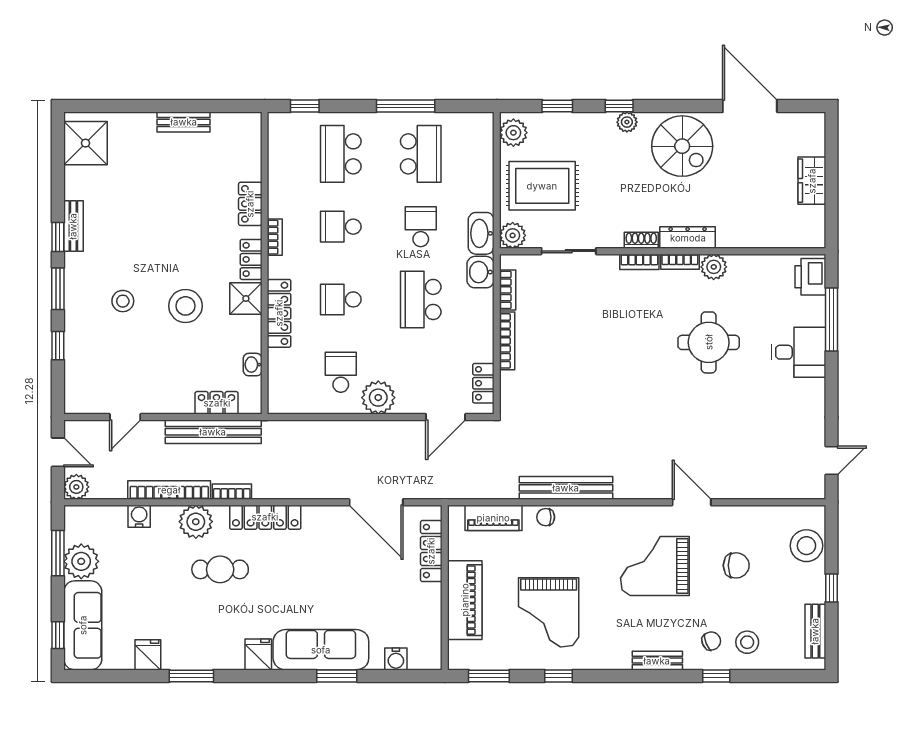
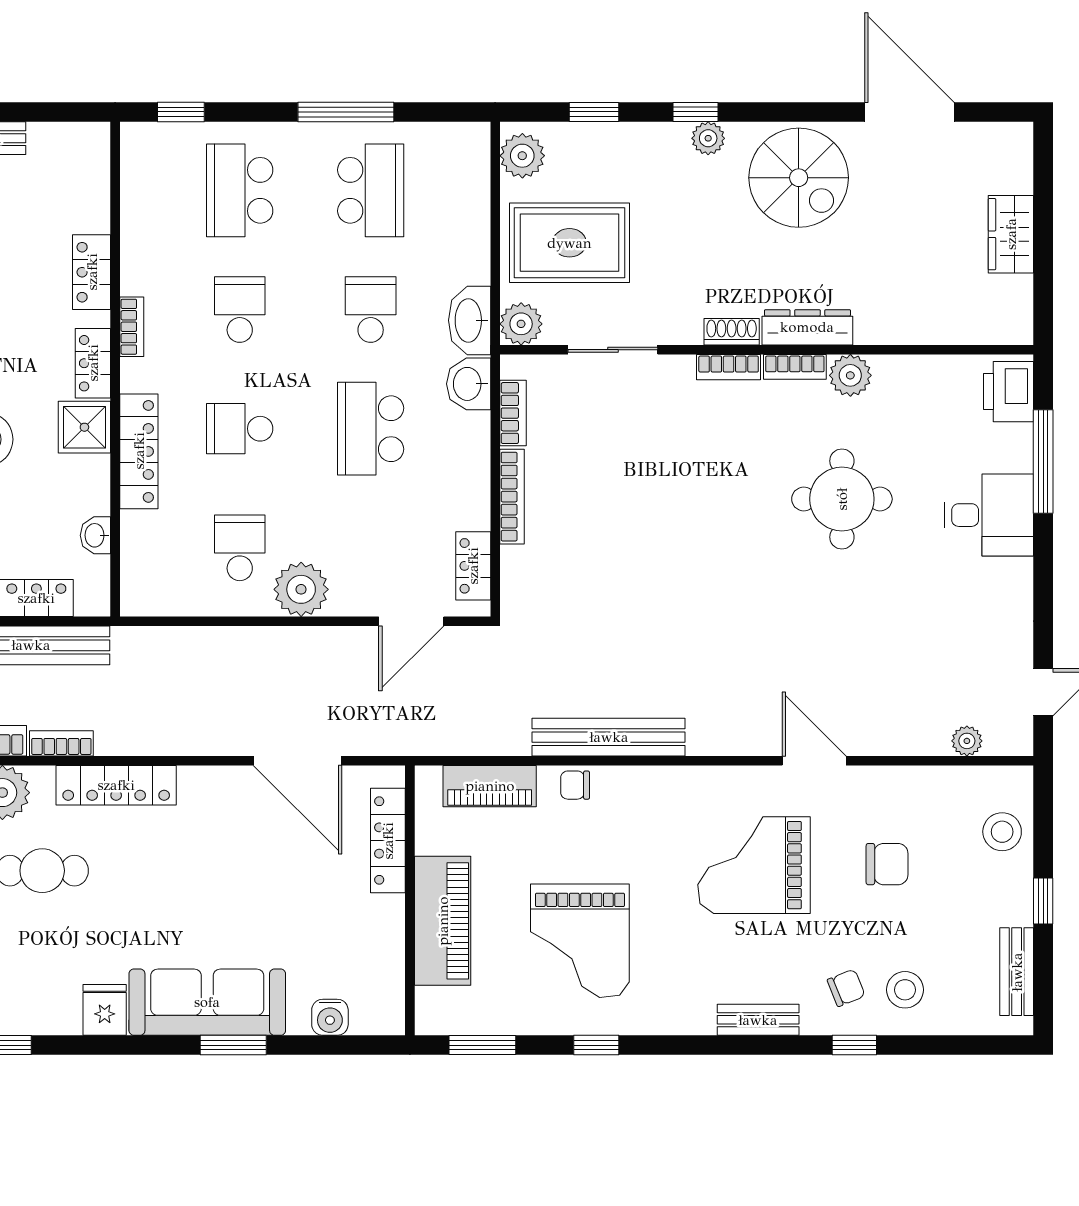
school desk: (341, 227) -> (240, 310), turned 90
plant: (785, 490) -> (967, 741), added
stool: (806, 546) -> (1002, 832), width x0.73, depth x0.73

